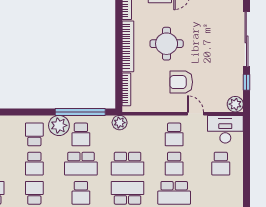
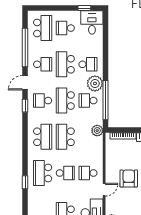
school desk: (34, 164) -> (65, 64), width x1.85
school desk: (174, 164) -> (65, 173), turned 180

